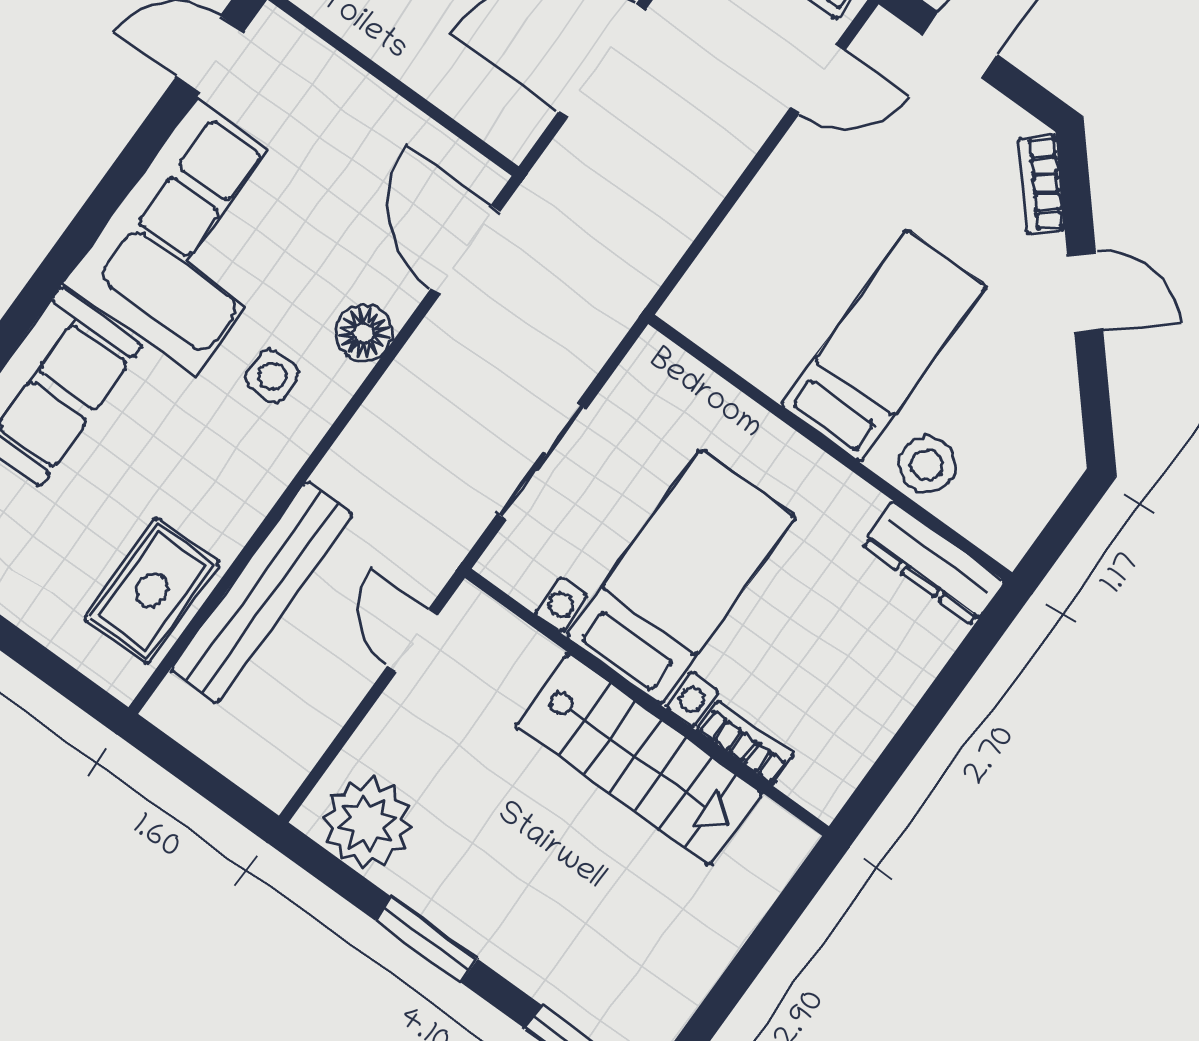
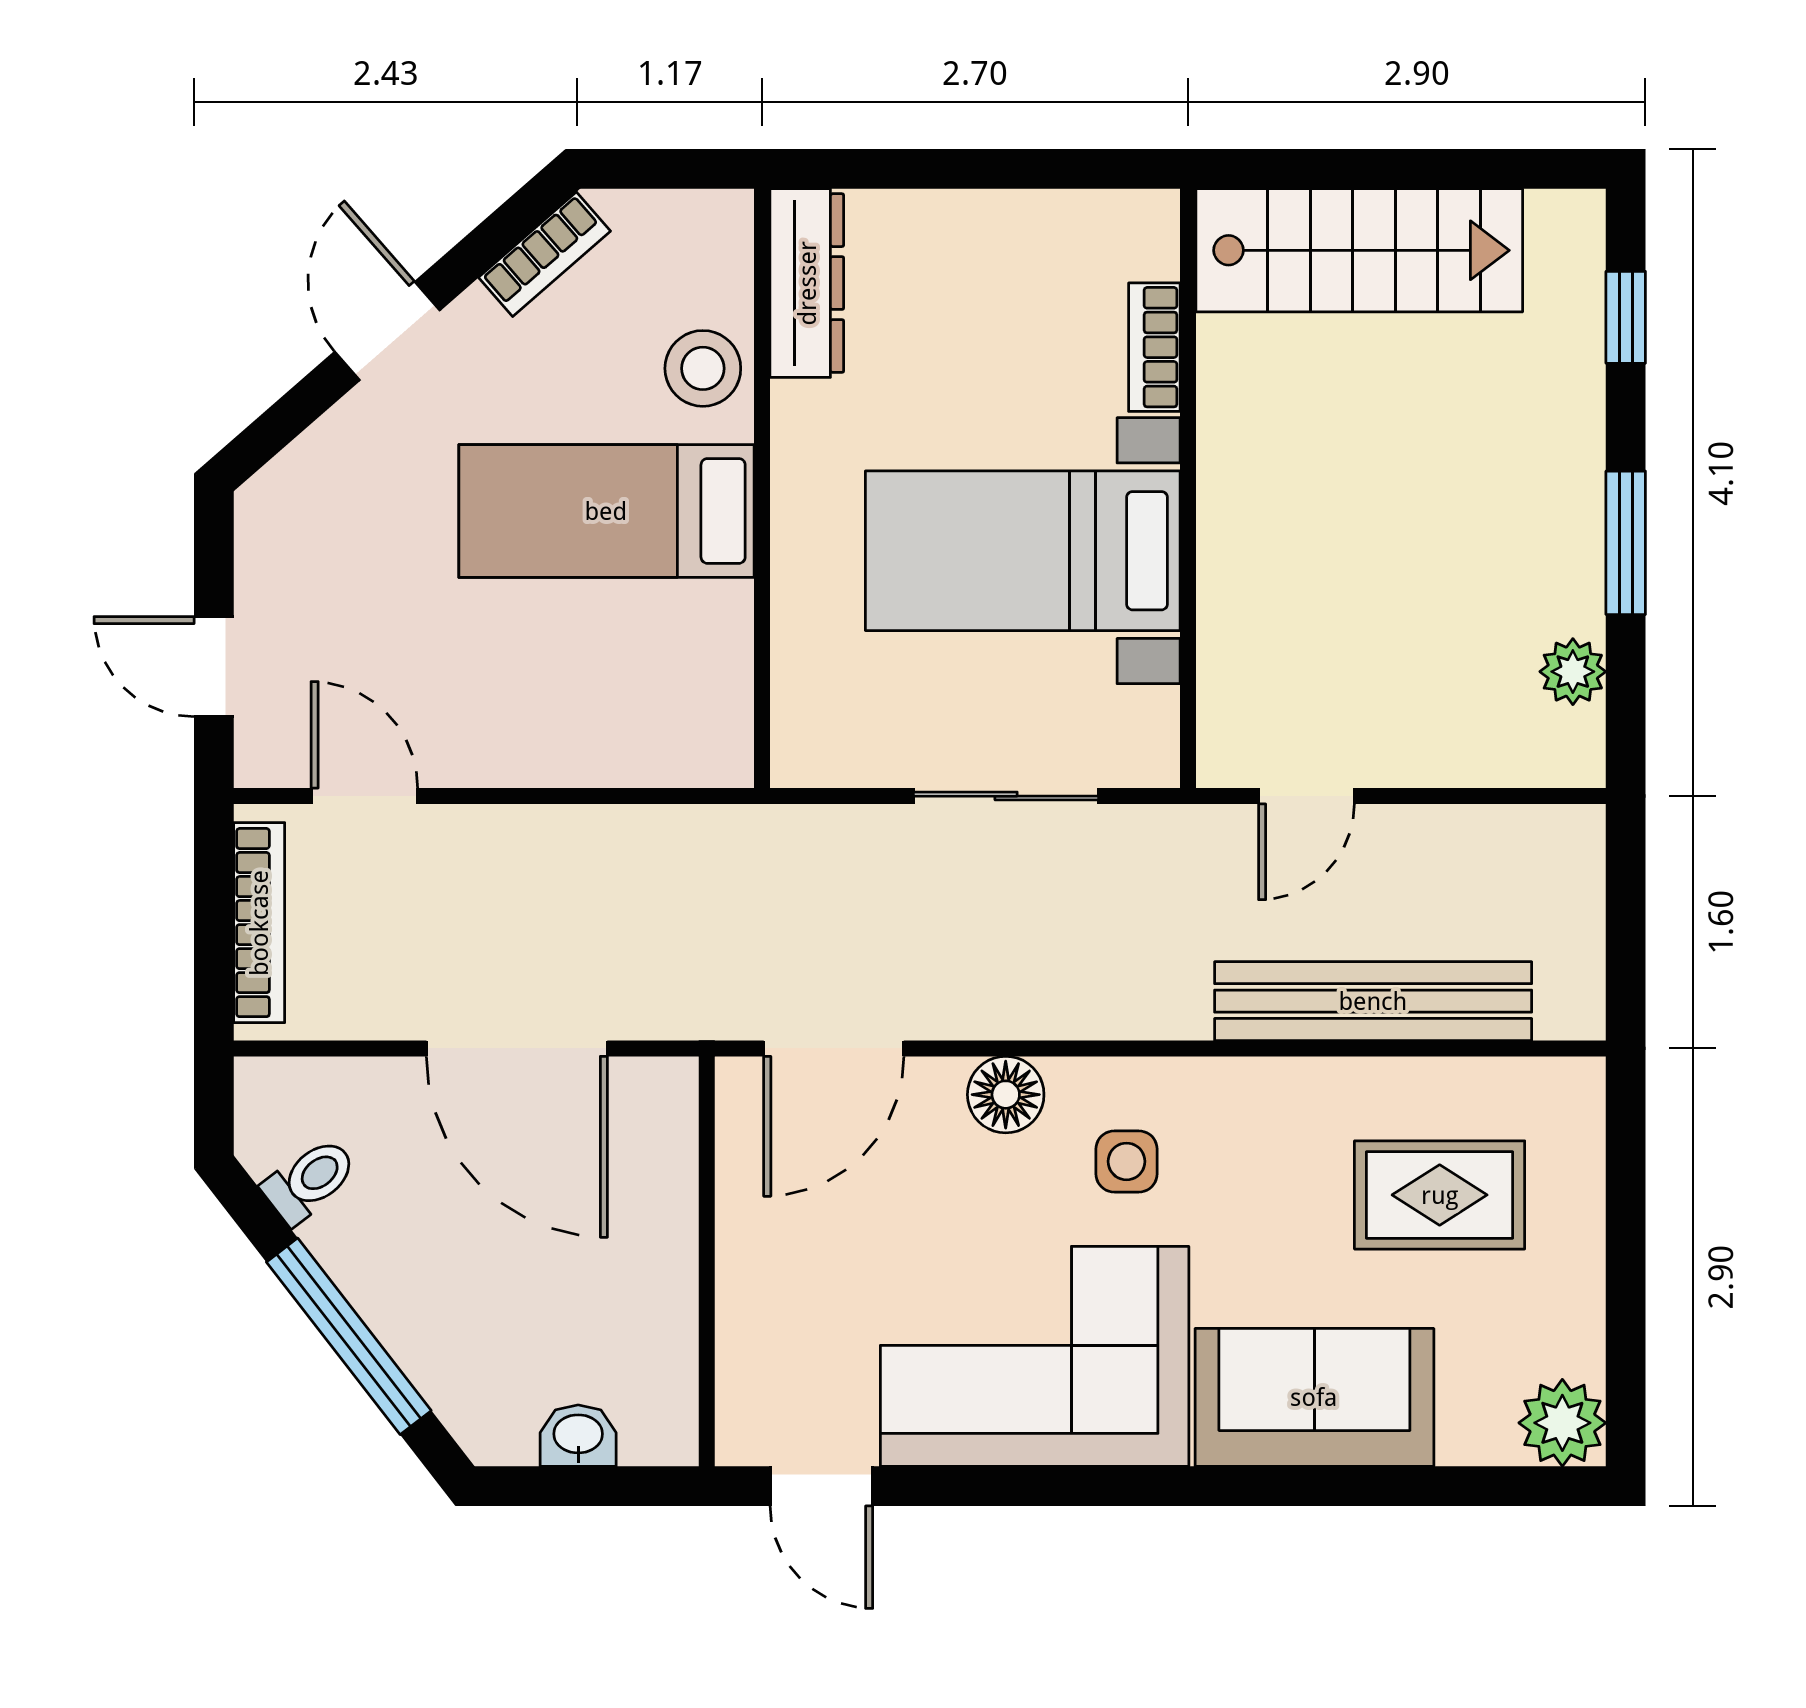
bookcase: (1041, 184) -> (545, 254), moved
rug: (152, 591) -> (1440, 1195), moved
stairs: (639, 760) -> (1359, 250), moved, turned 90
plant: (367, 823) -> (1573, 672), width x0.53, depth x0.53

